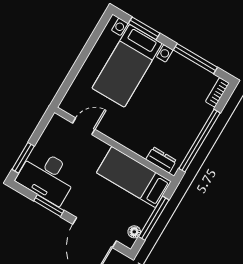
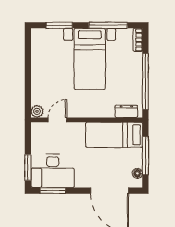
bed with nightstands: (127, 66) -> (90, 59), moved
plant: (68, 105) -> (37, 111), added
window: (49, 206) -> (53, 191), moved

